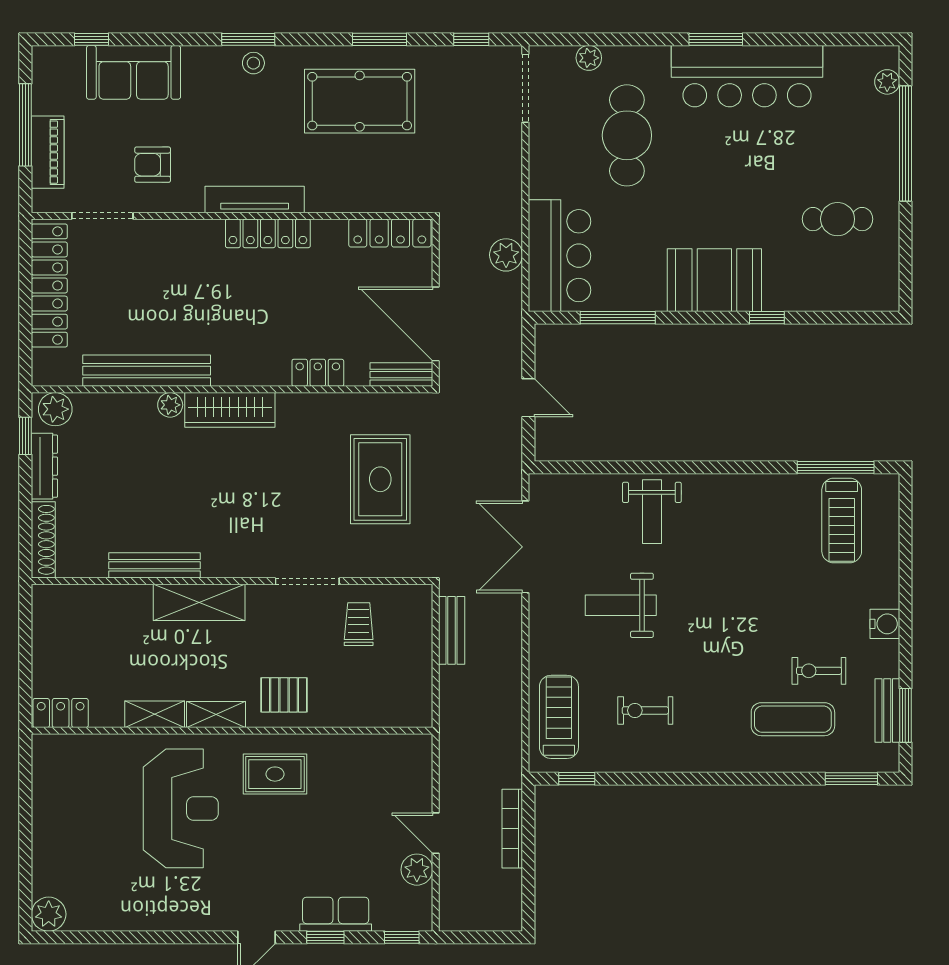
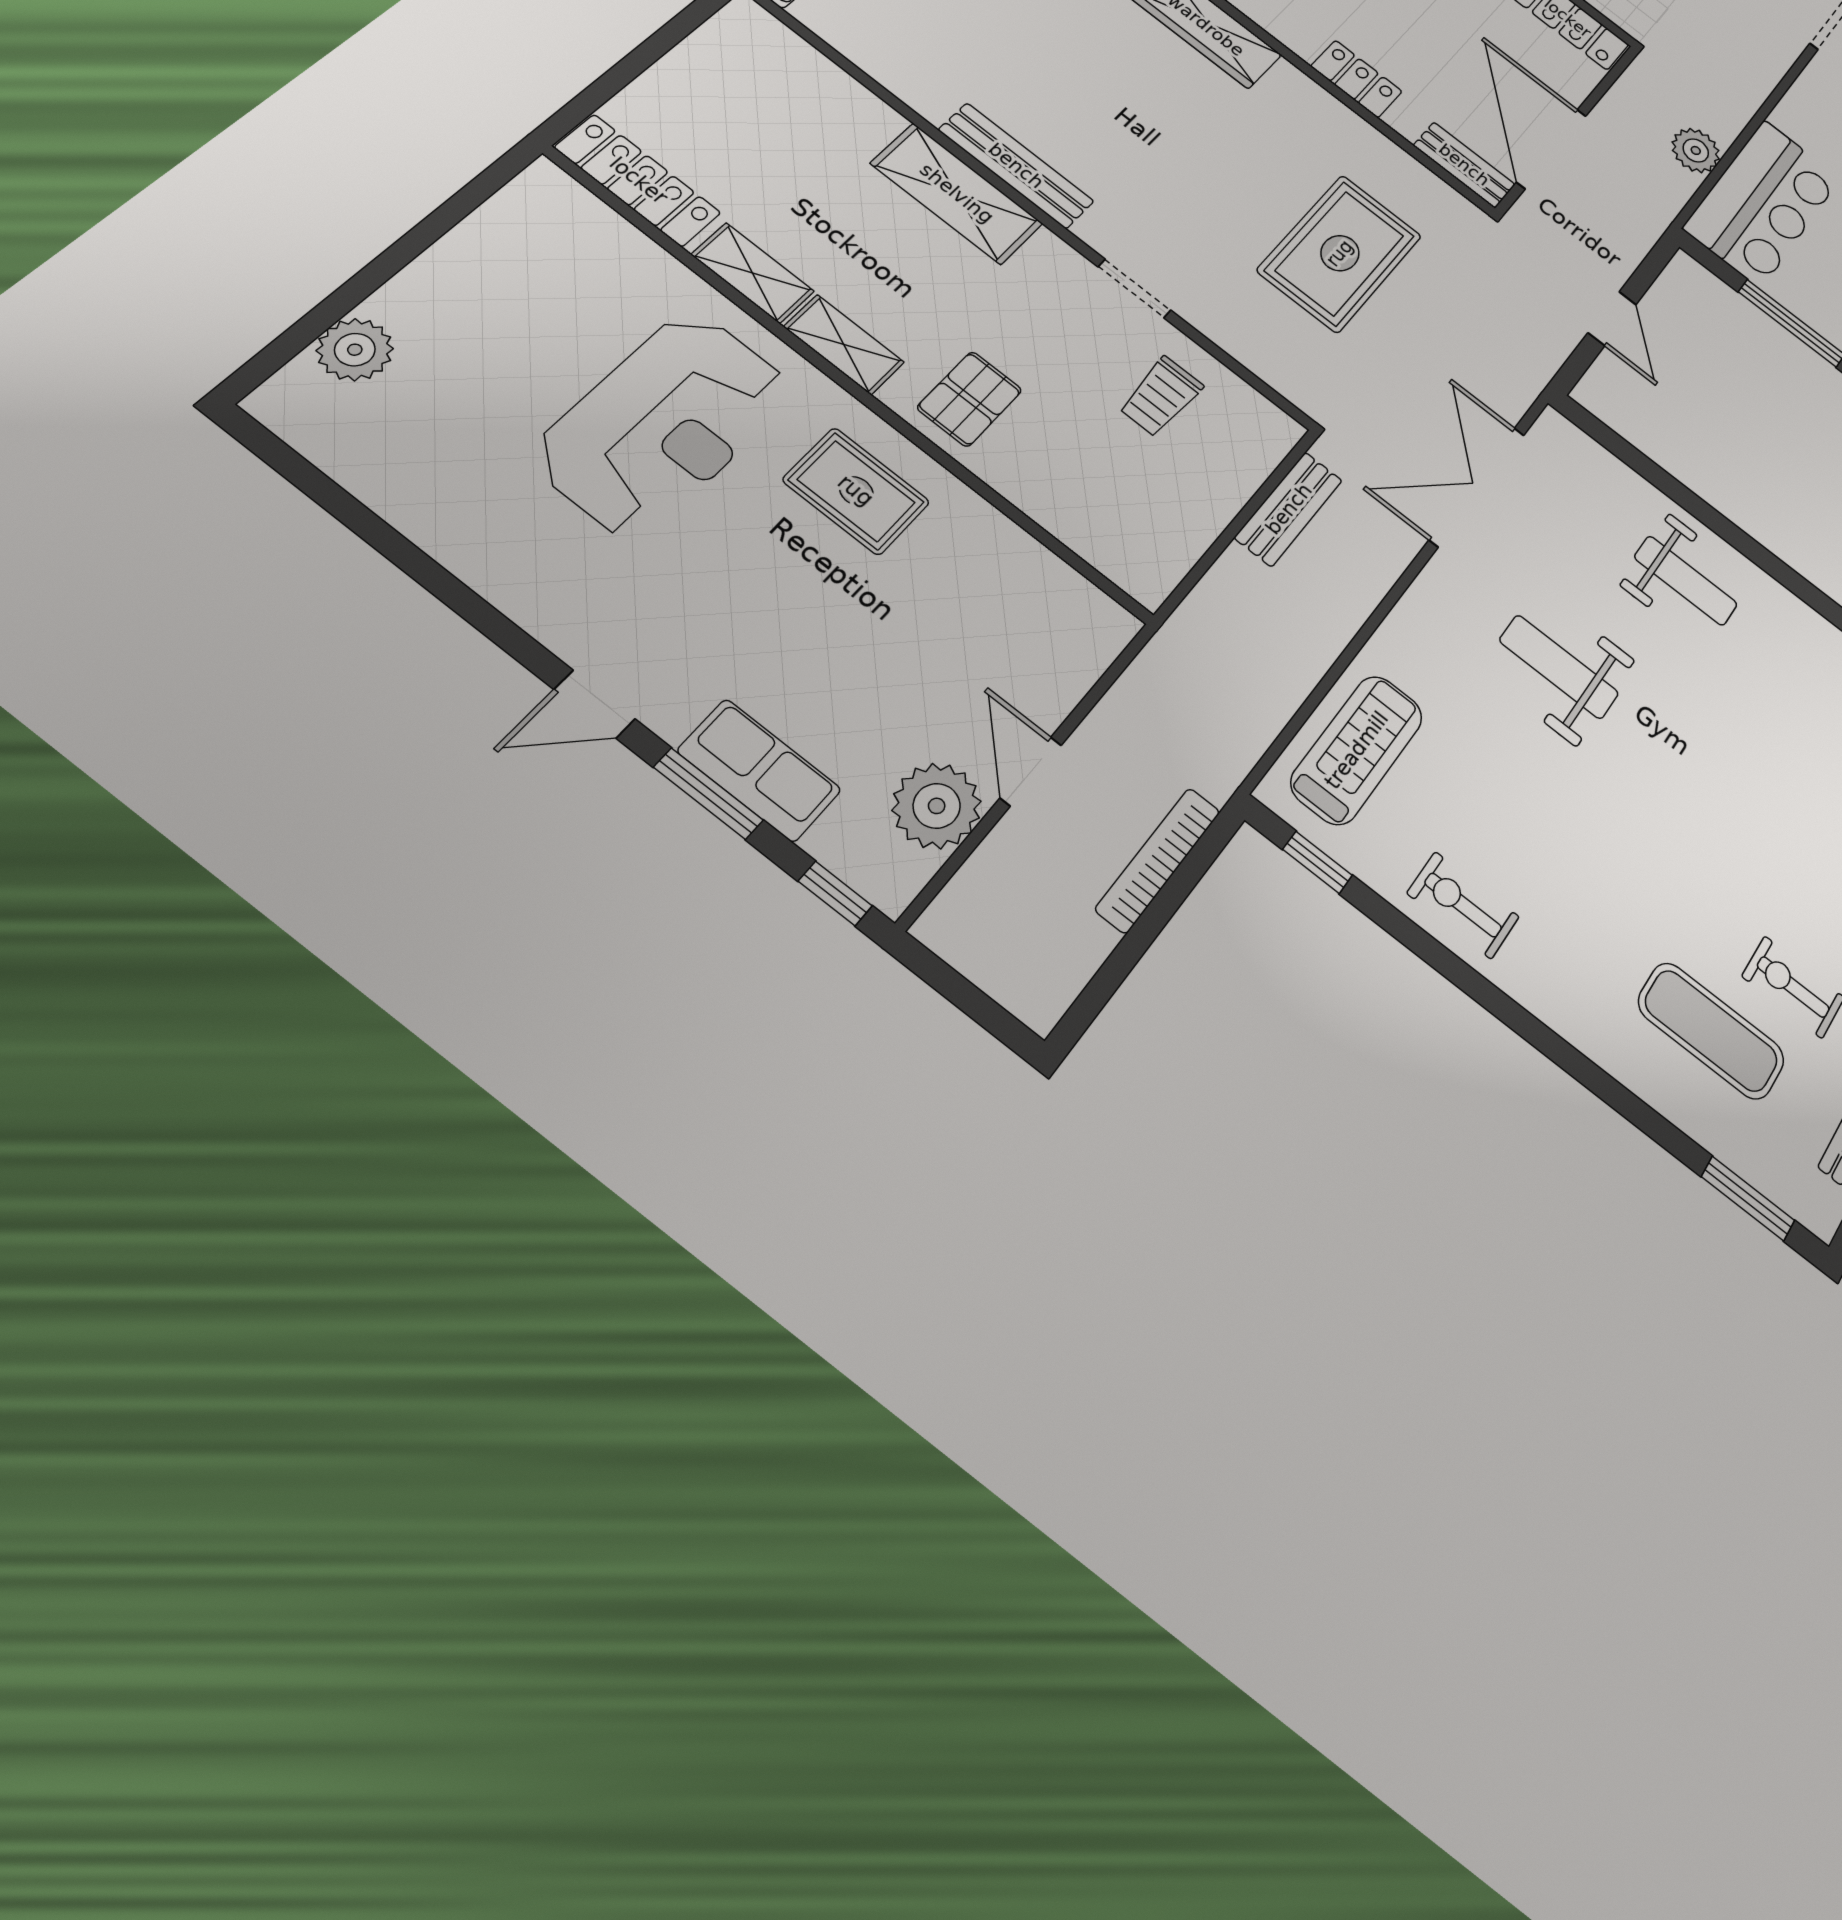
weight bench: (652, 512) -> (1686, 581), turned -90
bench: (154, 565) -> (1016, 166), moved
doorway: (307, 581) -> (1134, 289), width x0.73
trolley: (359, 624) -> (1161, 397), turned 180
pallet: (284, 695) -> (970, 399), turned 90
exercise bike: (645, 710) -> (1463, 905), moved
locker: (61, 713) -> (638, 180), width x1.53
plant: (417, 870) -> (937, 806), width x1.36, depth x1.36
plant: (49, 914) -> (355, 350), moved
window: (325, 937) -> (708, 794), width x1.50

